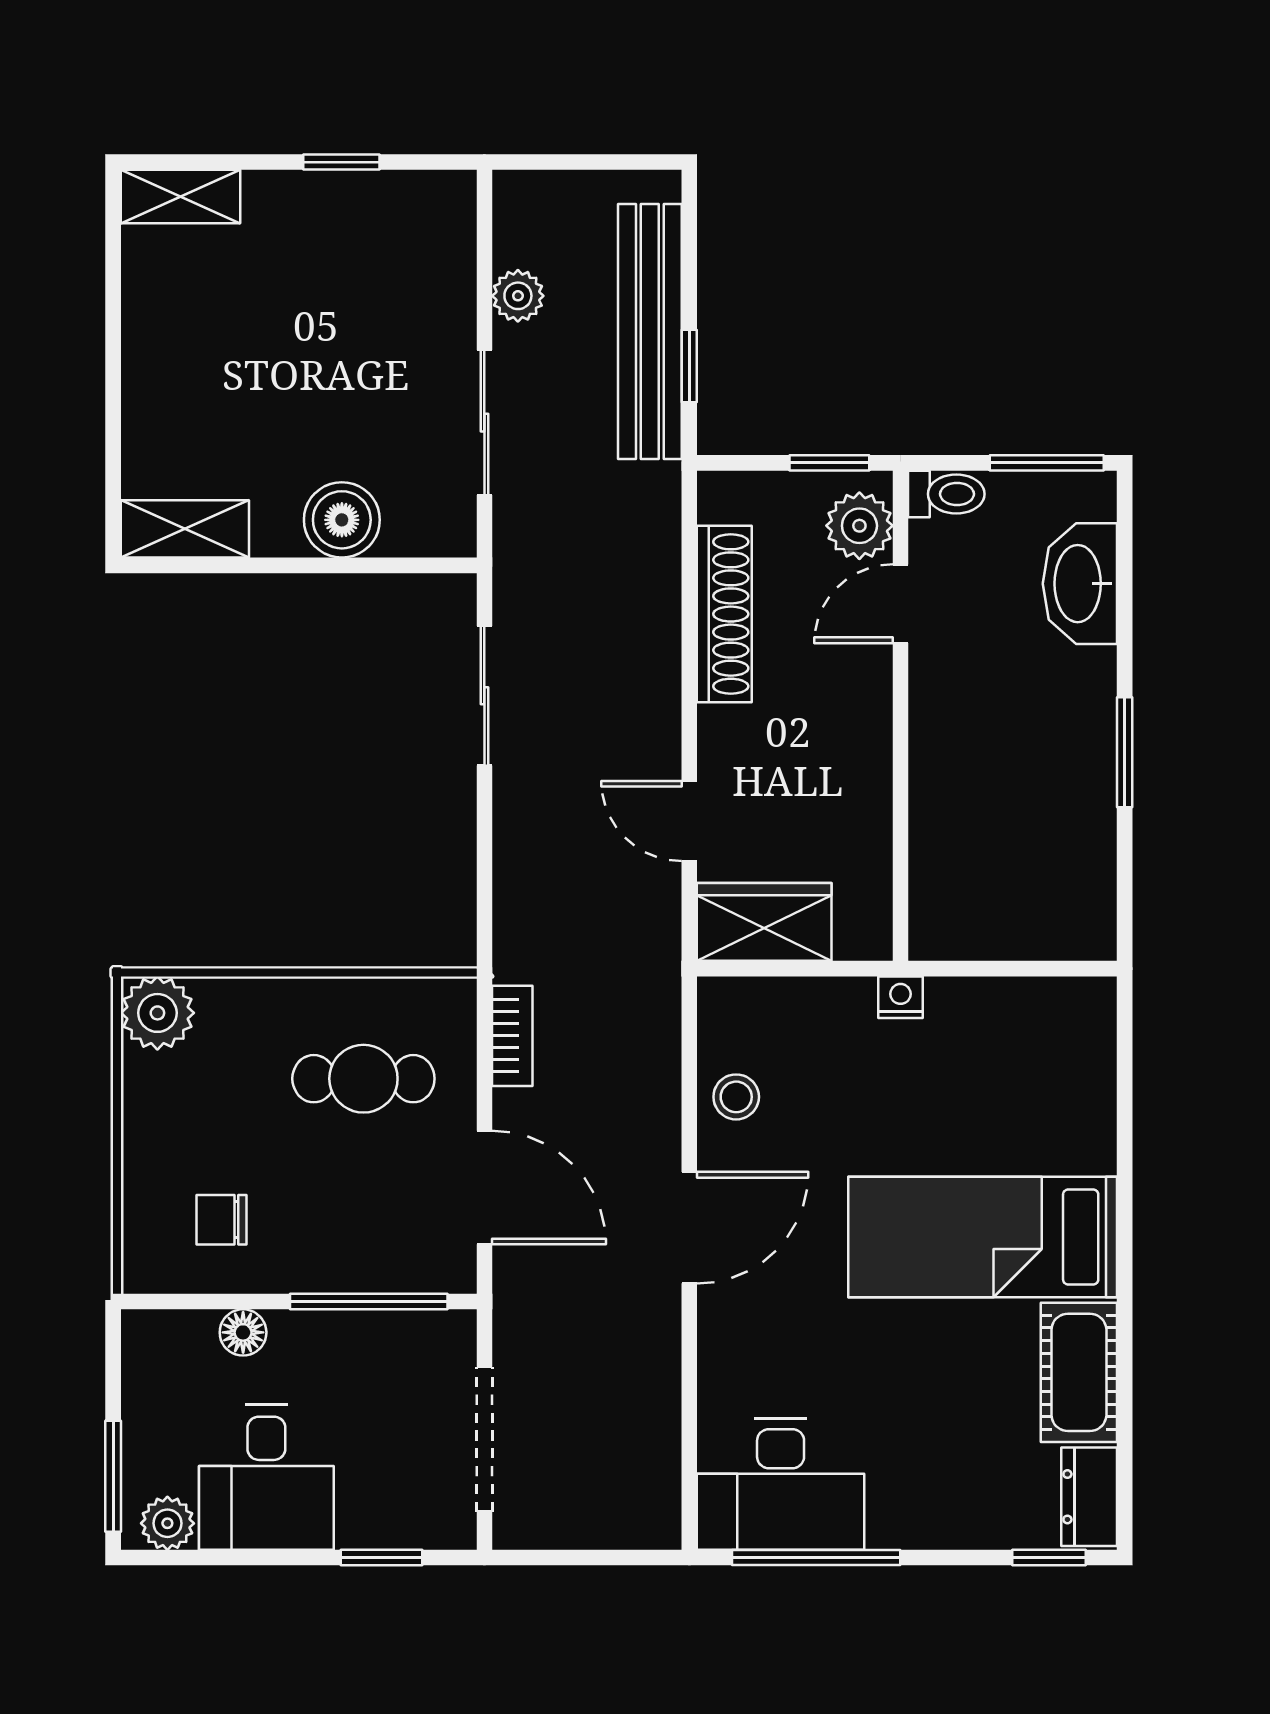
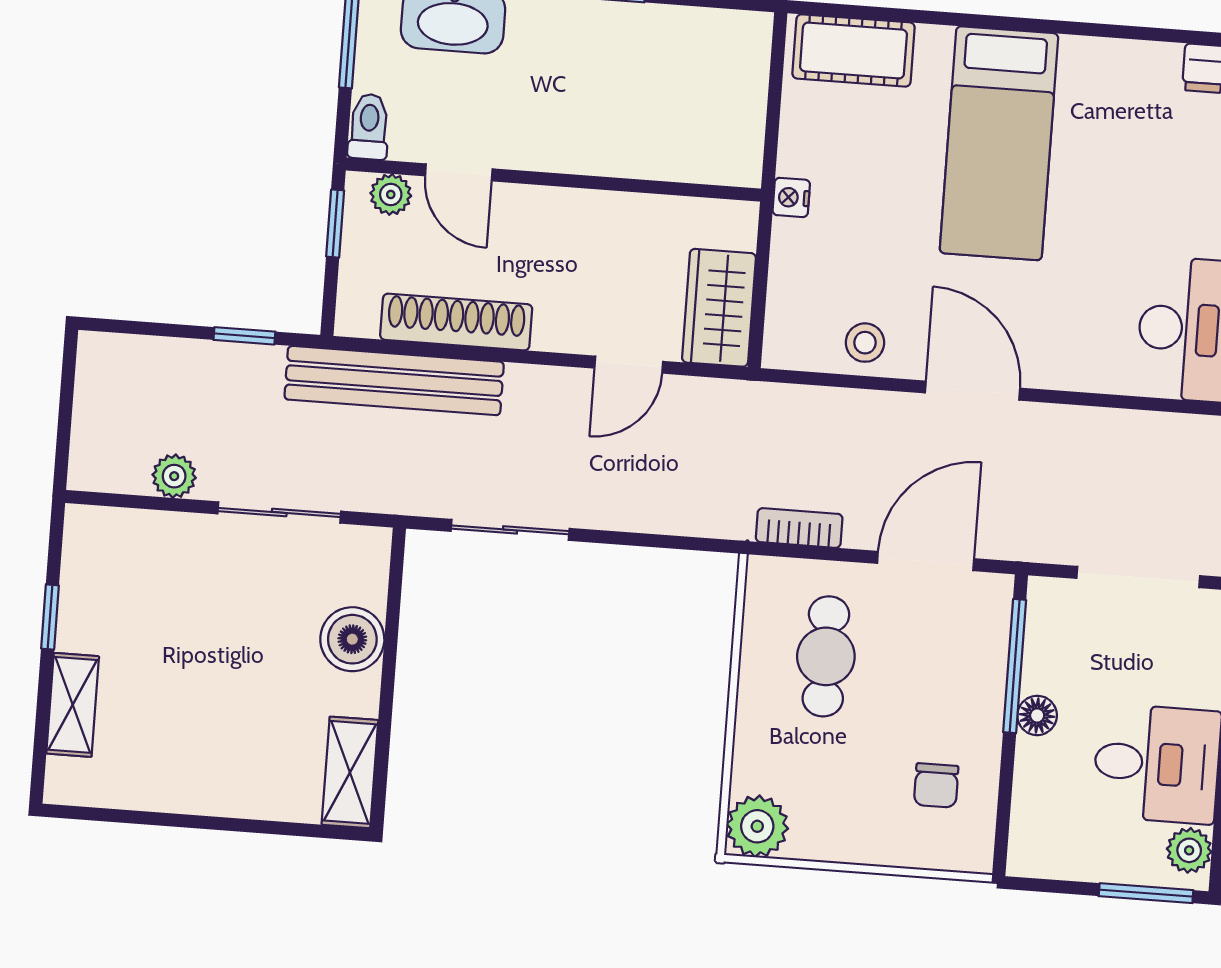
shelving: (180, 197) -> (73, 705), moved
bench: (650, 331) -> (394, 381), moved
plant: (859, 526) -> (391, 194), width x0.73, depth x0.73
floor lamp: (243, 1332) -> (1037, 715), moved
cot: (1079, 1372) -> (853, 50), moved

